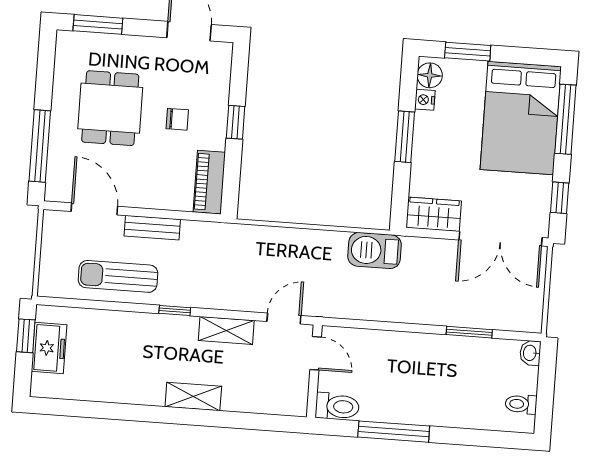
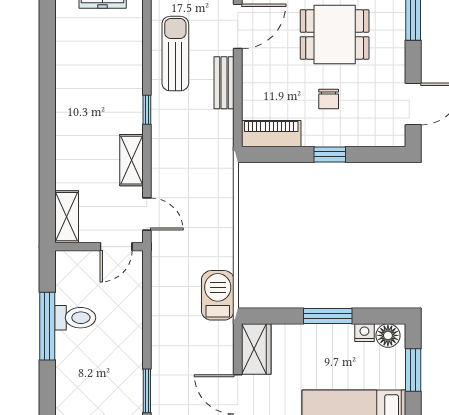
shelving: (193, 397) -> (67, 217), moved
toilet: (337, 406) -> (75, 318), moved, turned -90

